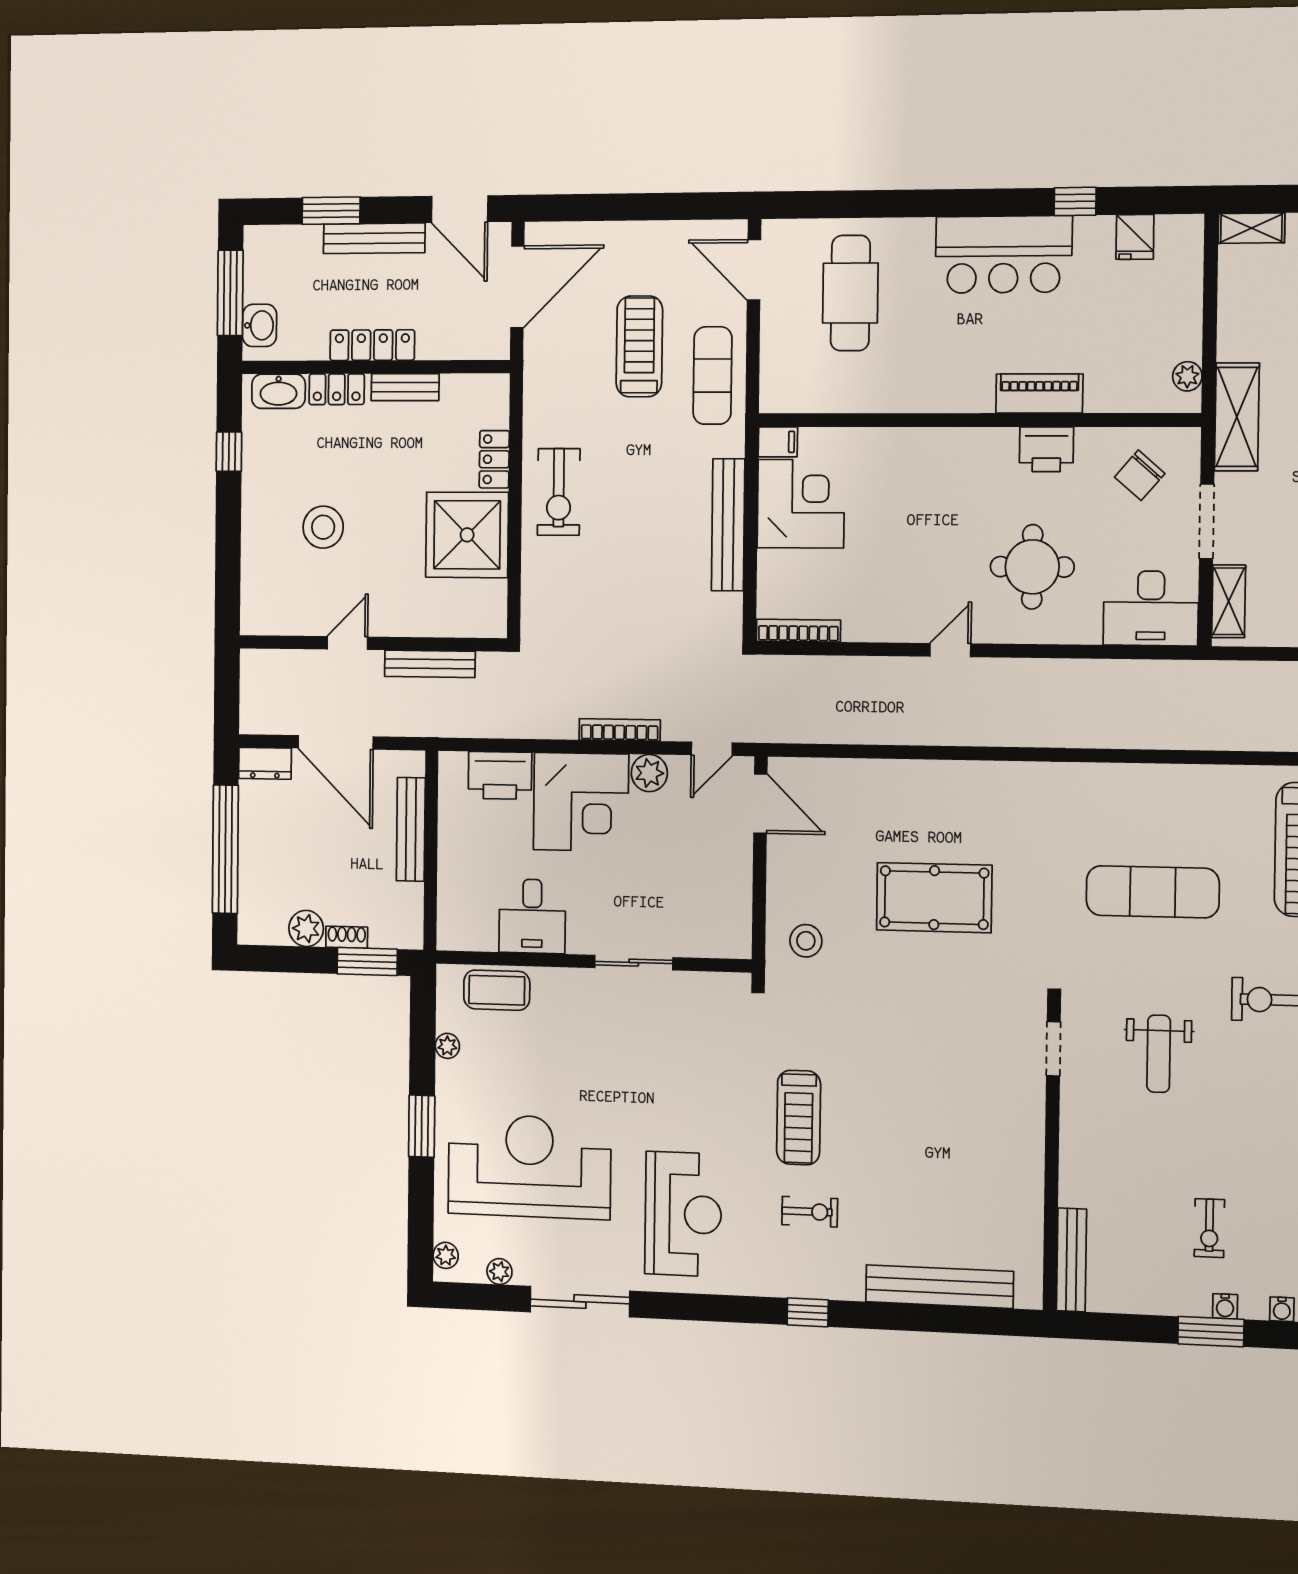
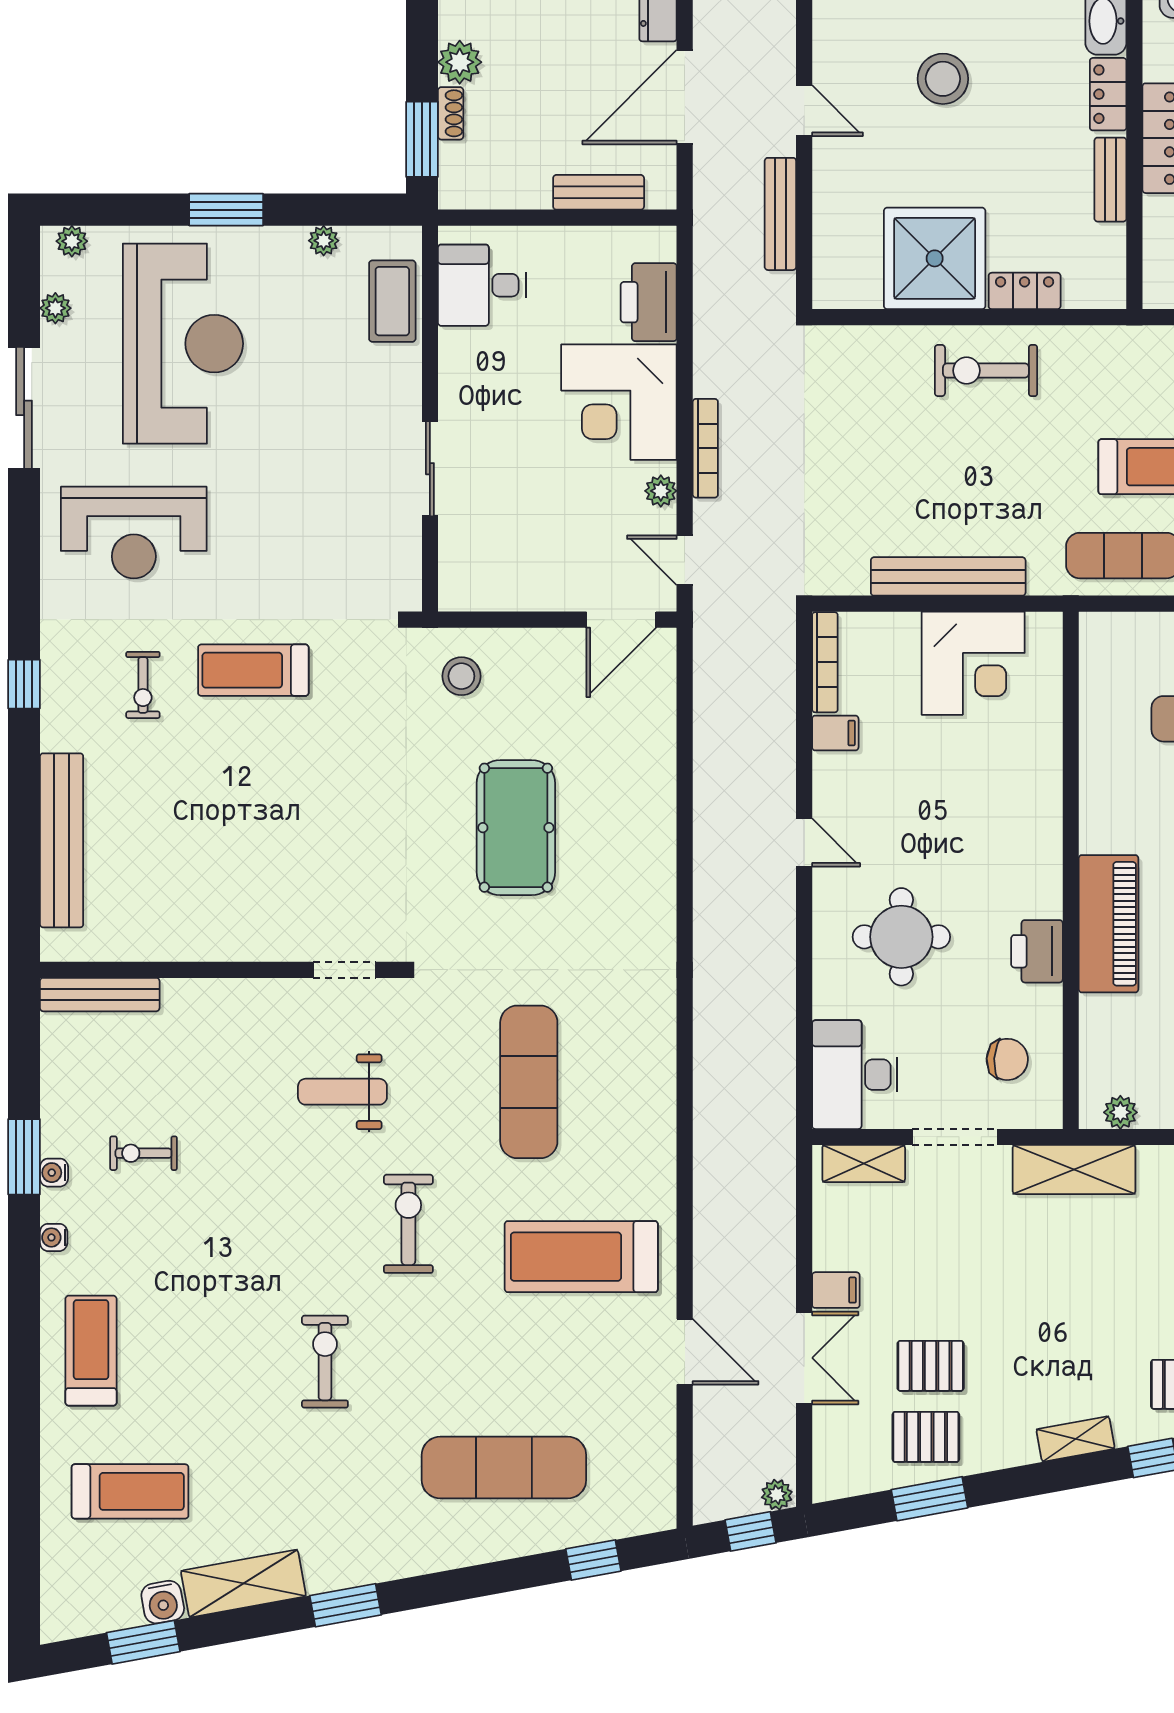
piano: (1039, 393) -> (1109, 924), width x1.37, depth x1.33
filing cabinet: (778, 442) -> (835, 733), moved, turned -90
chair: (1140, 475) -> (1007, 1059), turned 142
plant: (649, 773) -> (661, 491), width x0.73, depth x0.73
bench: (411, 829) -> (599, 192), width x0.73
desk: (532, 916) -> (482, 285), moved

